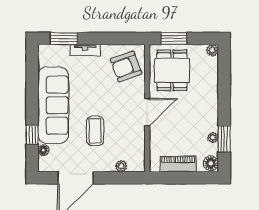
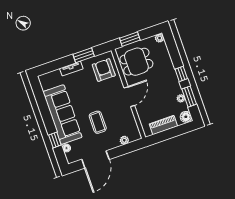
window: (64, 38) -> (84, 55), moved
armchair: (126, 67) -> (104, 70), turned 110
dining table: (172, 70) -> (136, 62), turned 90
window: (224, 106) -> (181, 74), added

